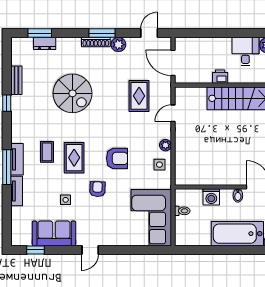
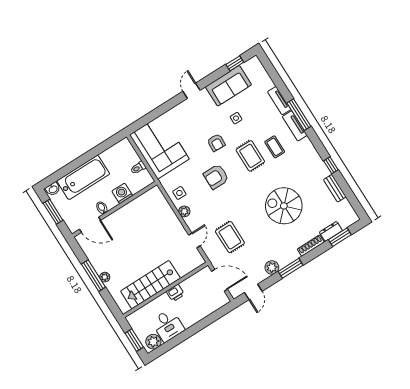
shoe rack: (96, 42) -> (311, 246), moved

